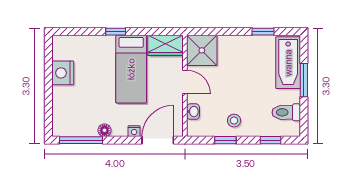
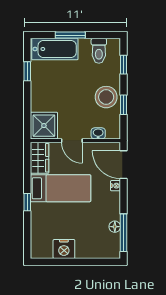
door: (185, 82) -> (72, 141), swing flipped
stool: (234, 121) -> (106, 97), width x1.89, depth x1.89
floor lamp: (104, 130) -> (115, 227), moved

